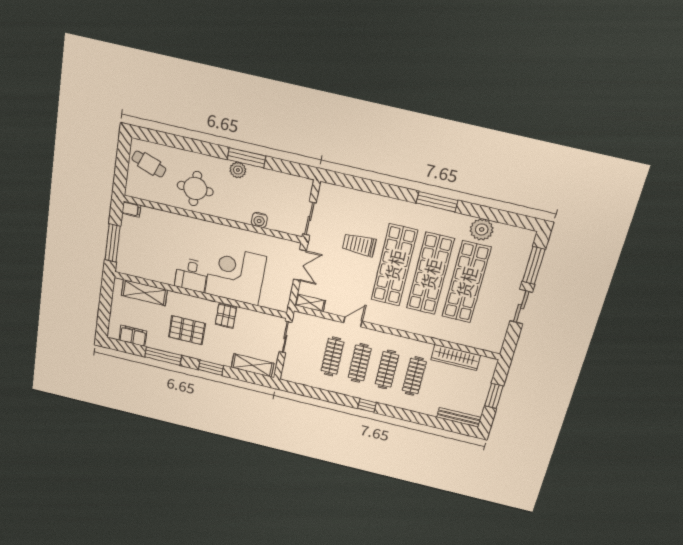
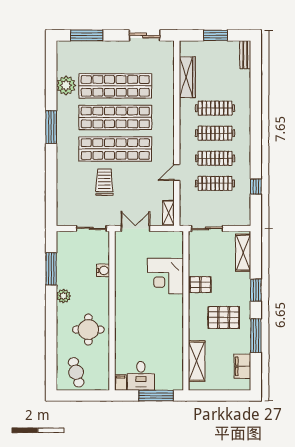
window: (246, 158) -> (51, 269), moved
cafe table: (149, 164) -> (76, 372), turned -35
trolley: (359, 245) -> (104, 182), turned 180
desk: (191, 275) -> (141, 376), moved, turned 90
corner desk: (235, 275) -> (165, 276), width x0.74, depth x0.74
sliding door: (521, 307) -> (145, 35), moved
door: (353, 322) -> (177, 173), hinge flipped
pallet: (187, 330) -> (224, 317), turned 90
window: (367, 406) -> (256, 187), moved
bench: (459, 417) -> (245, 55), width x0.73

